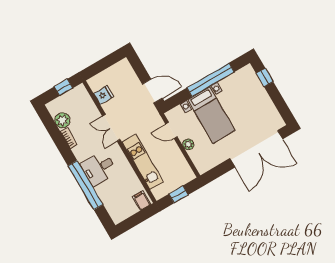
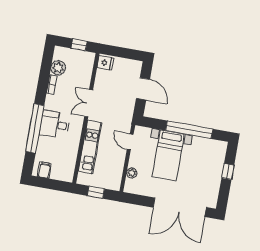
window: (265, 77) -> (228, 171), moved
door: (152, 91) -> (143, 89), moved
fridge: (104, 95) -> (105, 63), moved
plant: (188, 144) -> (132, 173), moved
filing cabinet: (142, 201) -> (44, 170), moved

